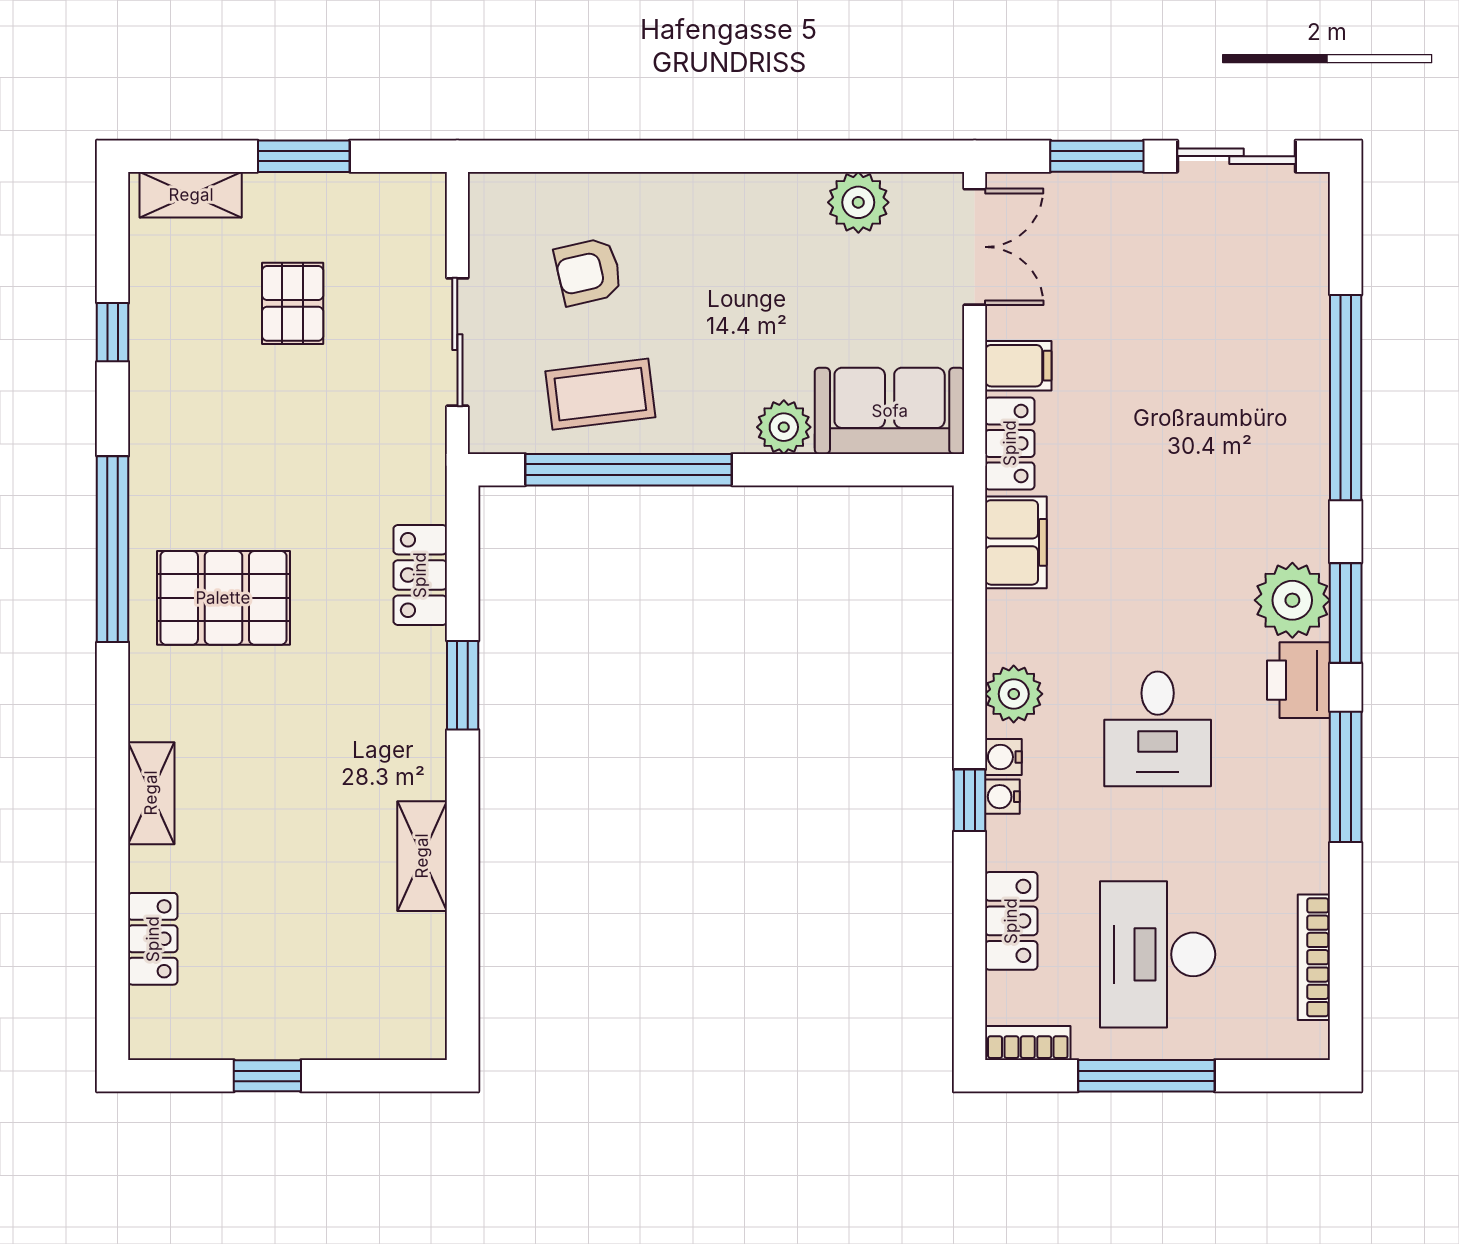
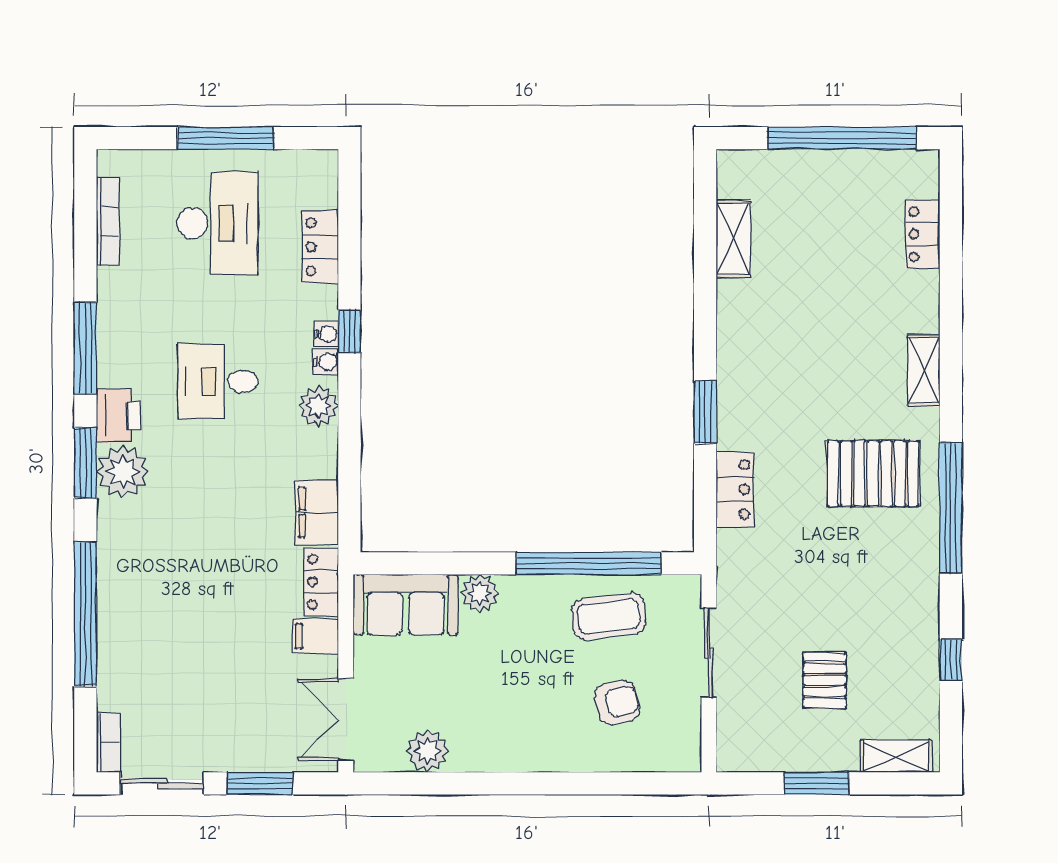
desk: (1158, 729) -> (217, 382), turned -90
shelving: (151, 793) -> (924, 370), moved
shelving: (422, 856) -> (734, 239), moved
bookcase: (1028, 1043) -> (108, 742), moved, turned -90
window: (267, 1076) -> (842, 138), width x3.17

